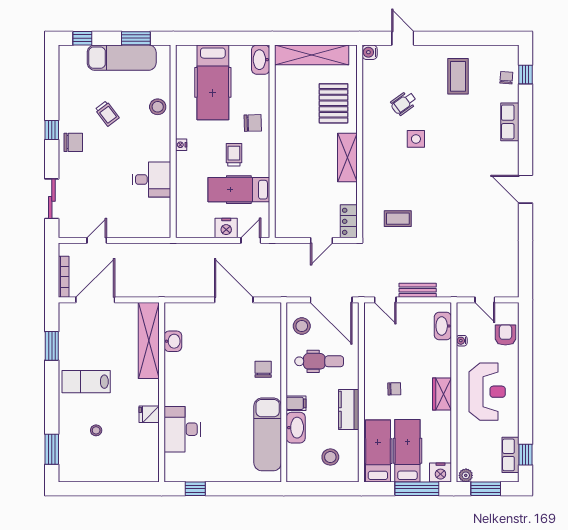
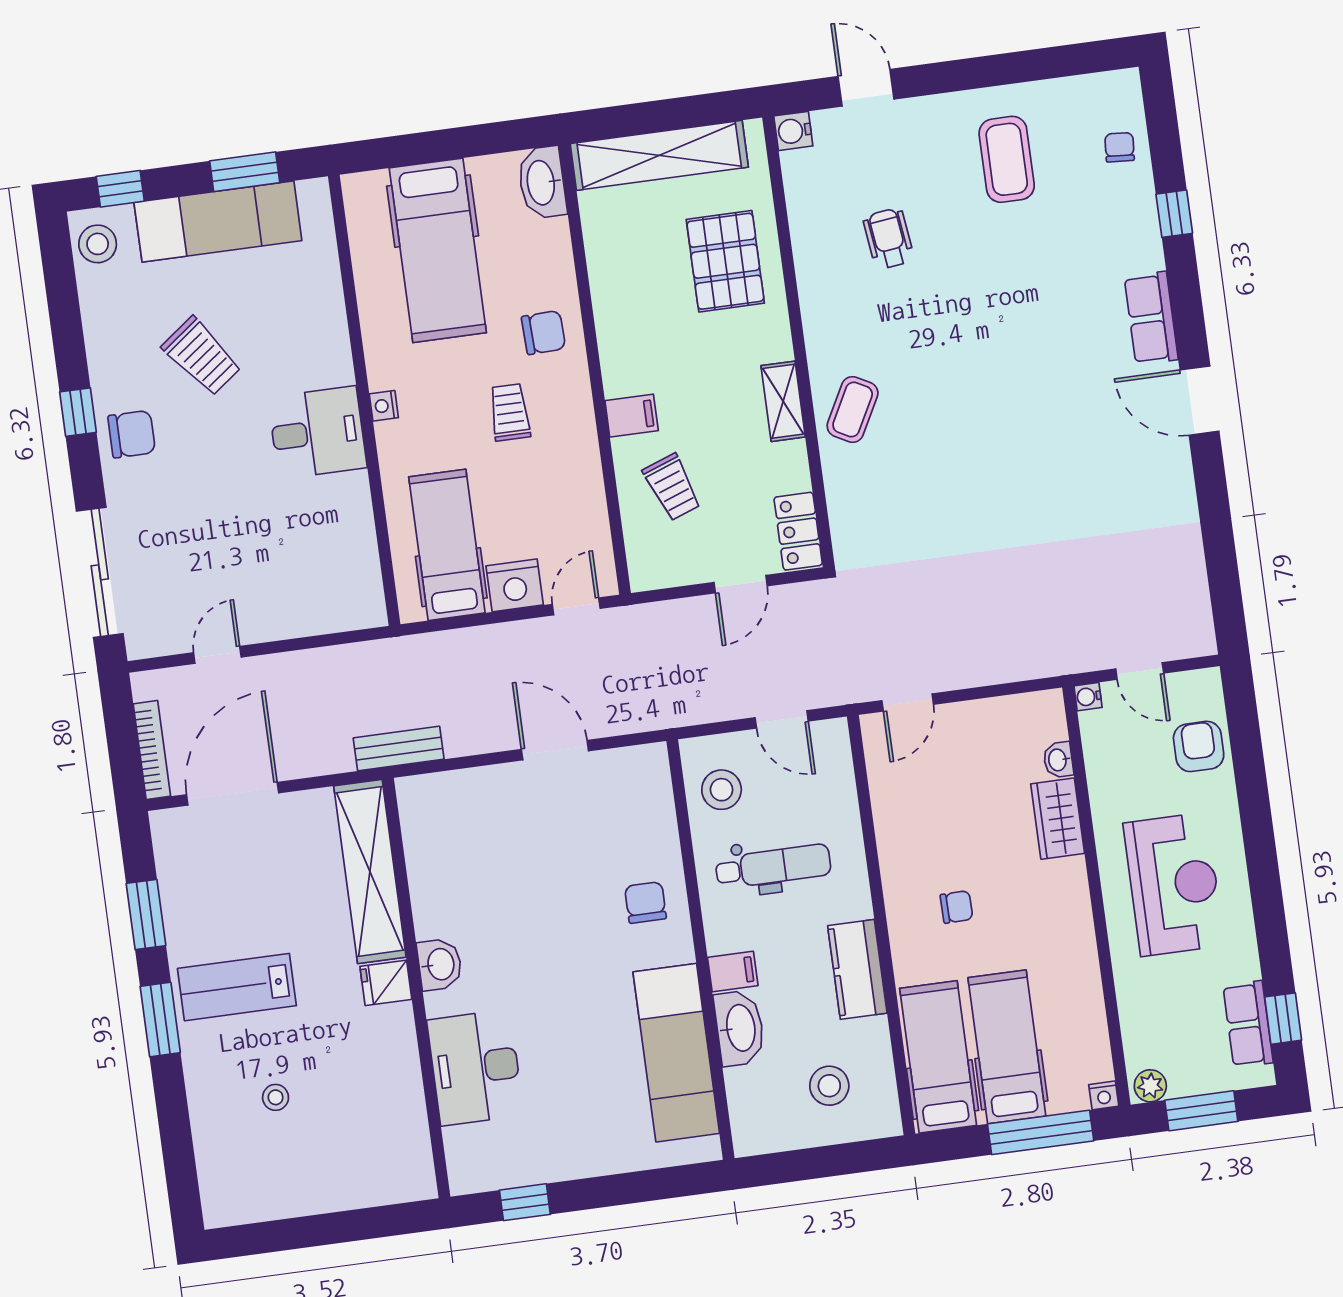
window: (526, 74) -> (1174, 214), moved
wheelchair: (404, 103) -> (889, 239), turned 119
stool: (158, 107) -> (98, 244), moved
trolley: (107, 114) -> (202, 356), width x1.36, depth x1.39
row of seats: (510, 122) -> (1151, 318), moved
side table: (416, 139) -> (928, 318), removed
shelving: (347, 158) -> (783, 401), width x0.67, depth x0.75
filing cabinet: (285, 163) -> (632, 416), added
desk: (152, 180) -> (317, 433), moved
hospital bed: (239, 190) -> (447, 545), moved, turned 90
trolley: (298, 196) -> (672, 487), added
sliding door: (52, 199) -> (100, 572), width x1.37
coffee table: (398, 219) -> (853, 409), moved, turned -62
bench: (418, 290) -> (399, 749), moved
door: (234, 300) -> (555, 750), width x0.73
door: (331, 300) -> (782, 719), width x0.53
door: (385, 300) -> (908, 702), hinge flipped
washbasin: (443, 326) -> (1058, 760), width x0.52, depth x0.69
washbasin: (173, 341) -> (440, 964), moved
water cooler: (462, 341) -> (1088, 697), moved
wardrobe: (442, 394) -> (1058, 819), moved
fridge: (149, 414) -> (386, 983), moved
window: (52, 449) -> (160, 1020), moved
nightstand: (440, 472) -> (1104, 1095), width x0.53, depth x0.56

